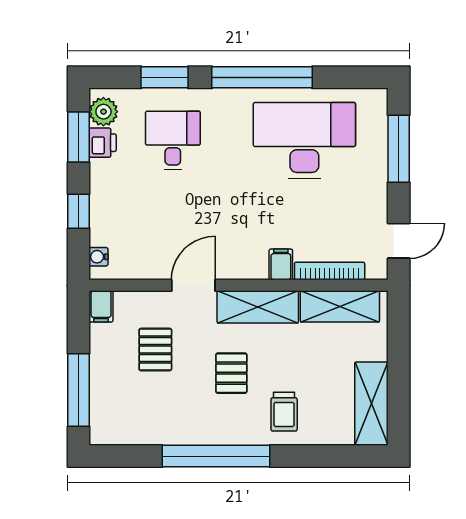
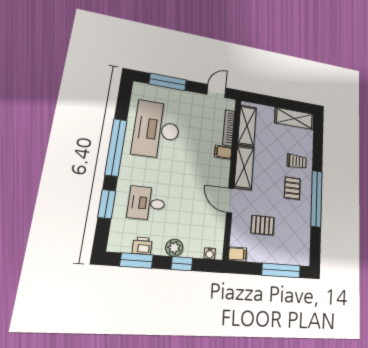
plant: (103, 112) -> (174, 248), moved
door: (399, 241) -> (216, 91), hinge flipped
pallet: (231, 373) -> (292, 188), moved, turned 90

